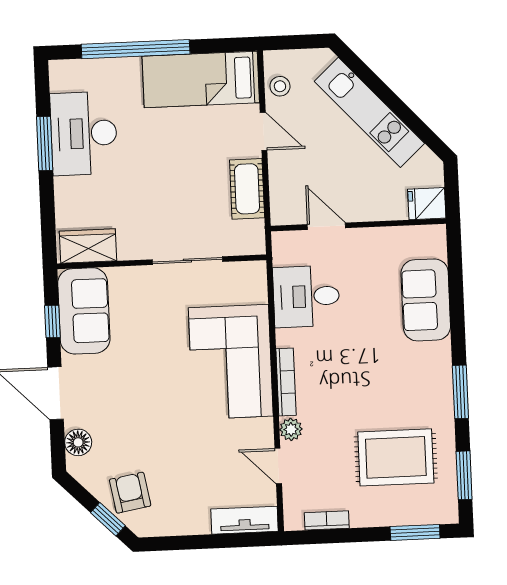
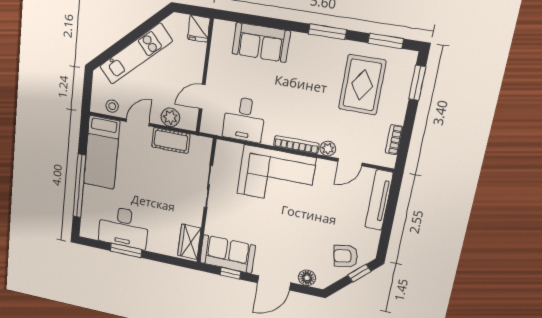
plant: (284, 182) -> (170, 117), added
tv unit: (245, 520) -> (379, 200), width x1.41

